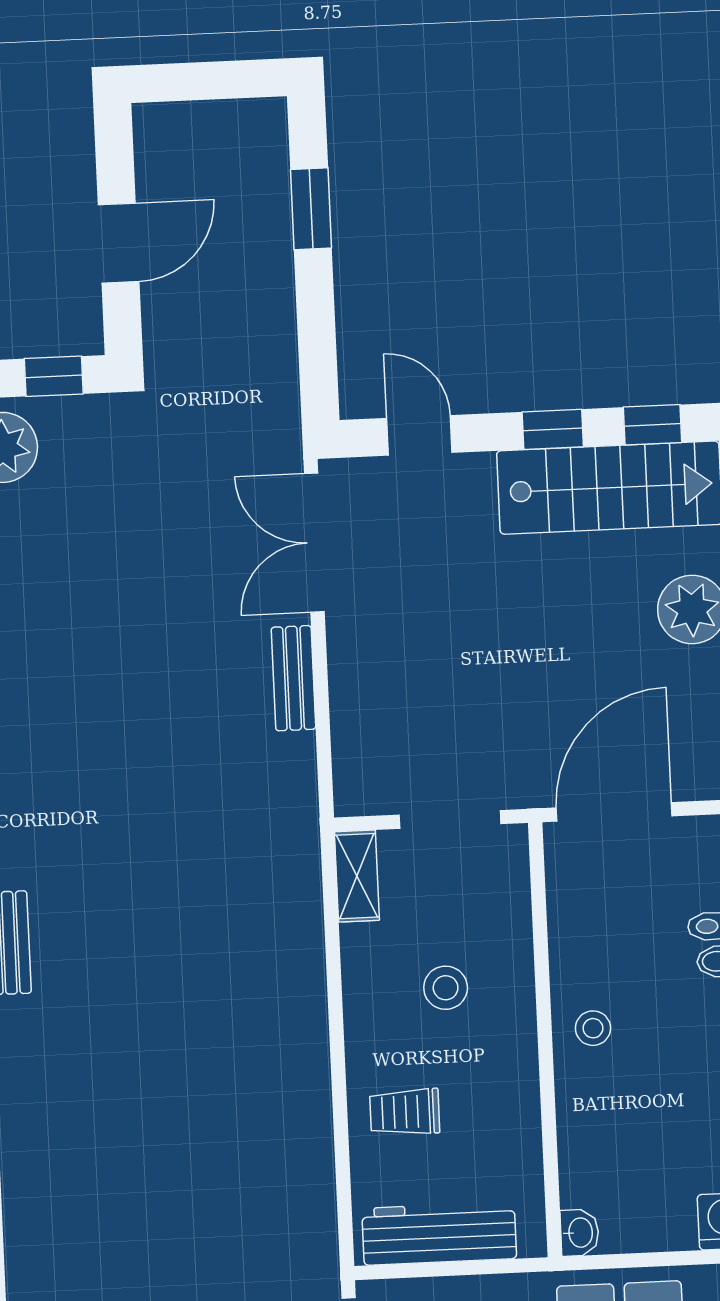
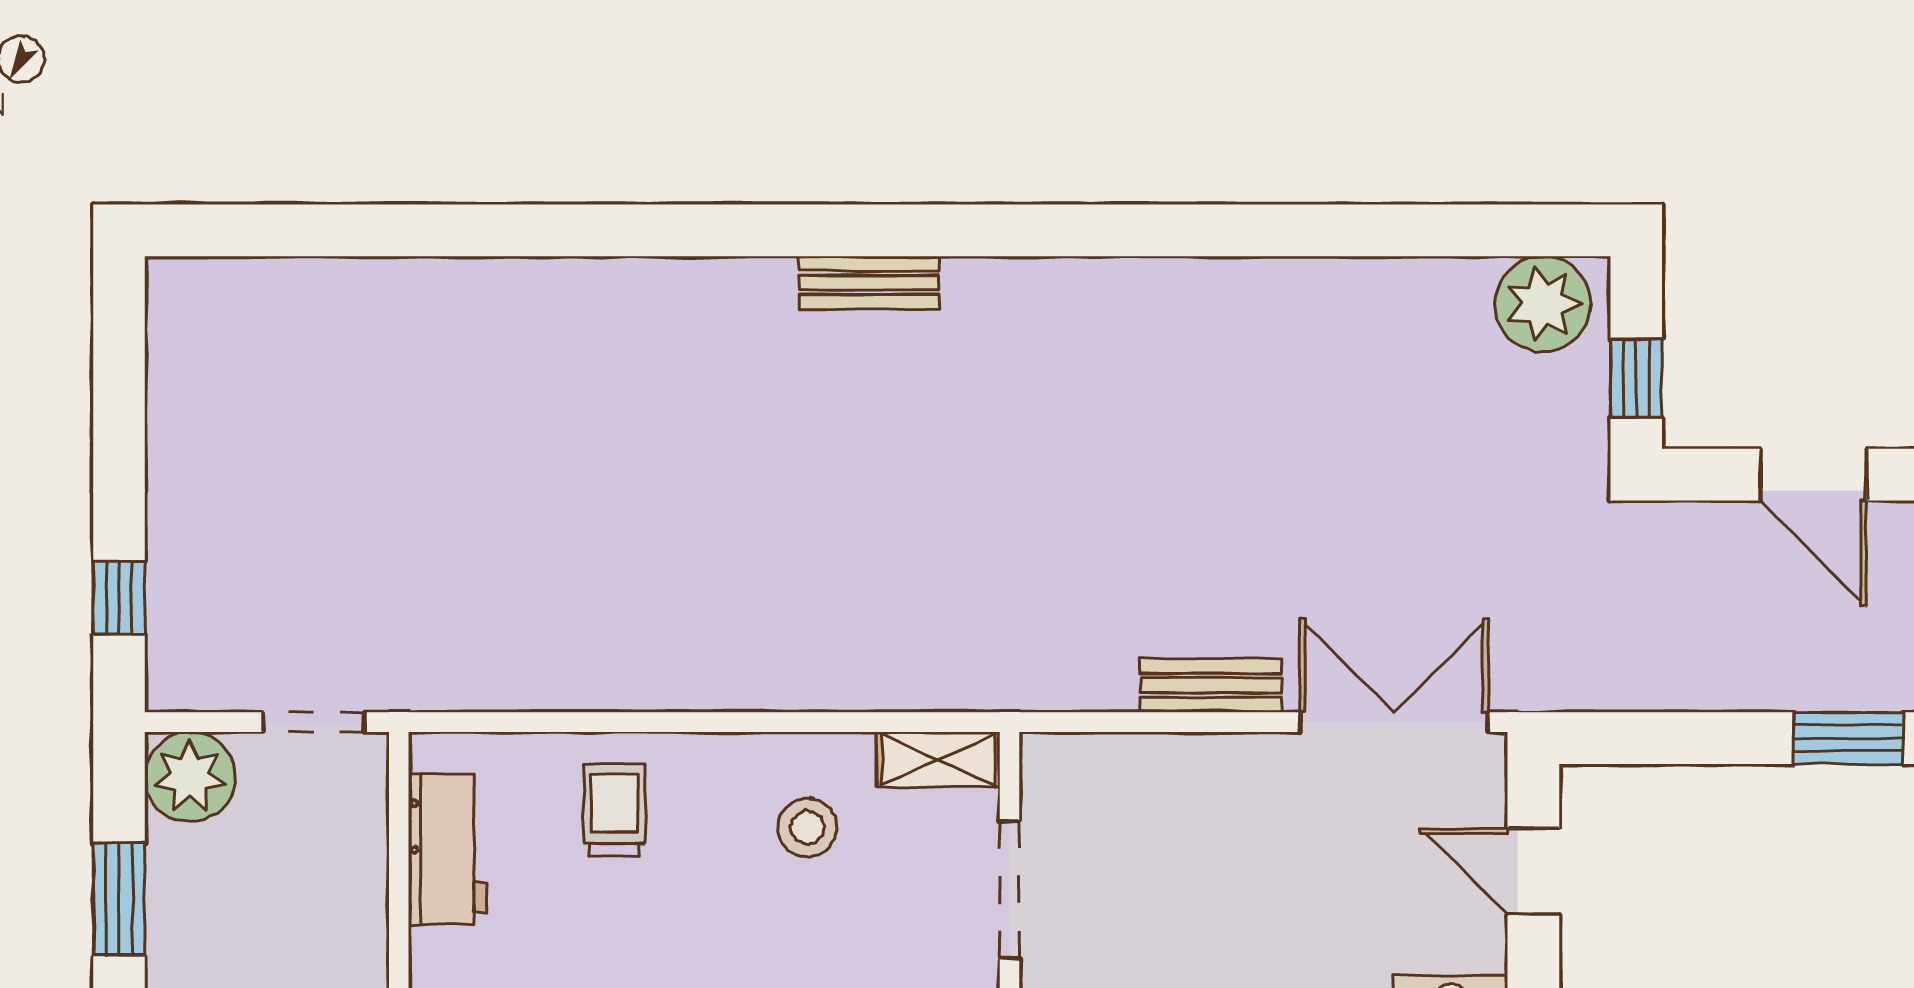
door: (419, 435) -> (1533, 872), swing flipped
stool: (446, 988) -> (808, 828), moved
workbench: (439, 1233) -> (447, 849), width x0.73

